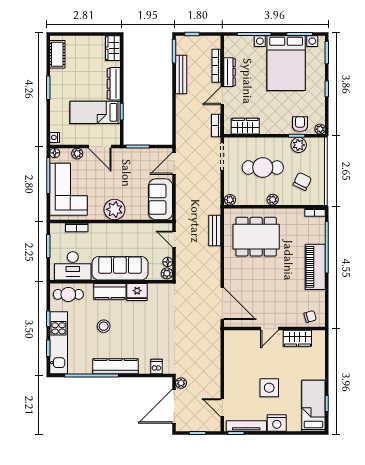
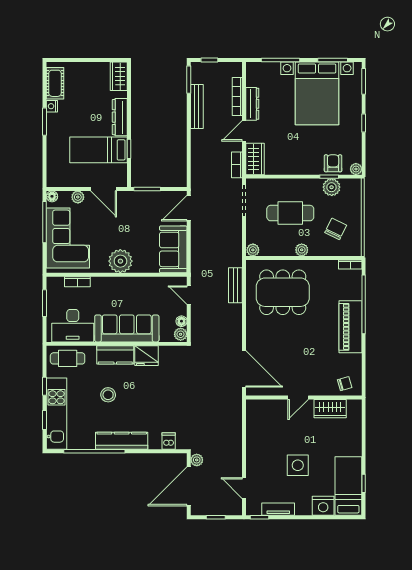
wardrobe: (245, 126) -> (255, 159), moved, turned 90
nightstand: (55, 137) -> (52, 106), moved
nightstand: (277, 423) -> (323, 506), moved
tv unit: (246, 426) -> (278, 509), width x0.71

